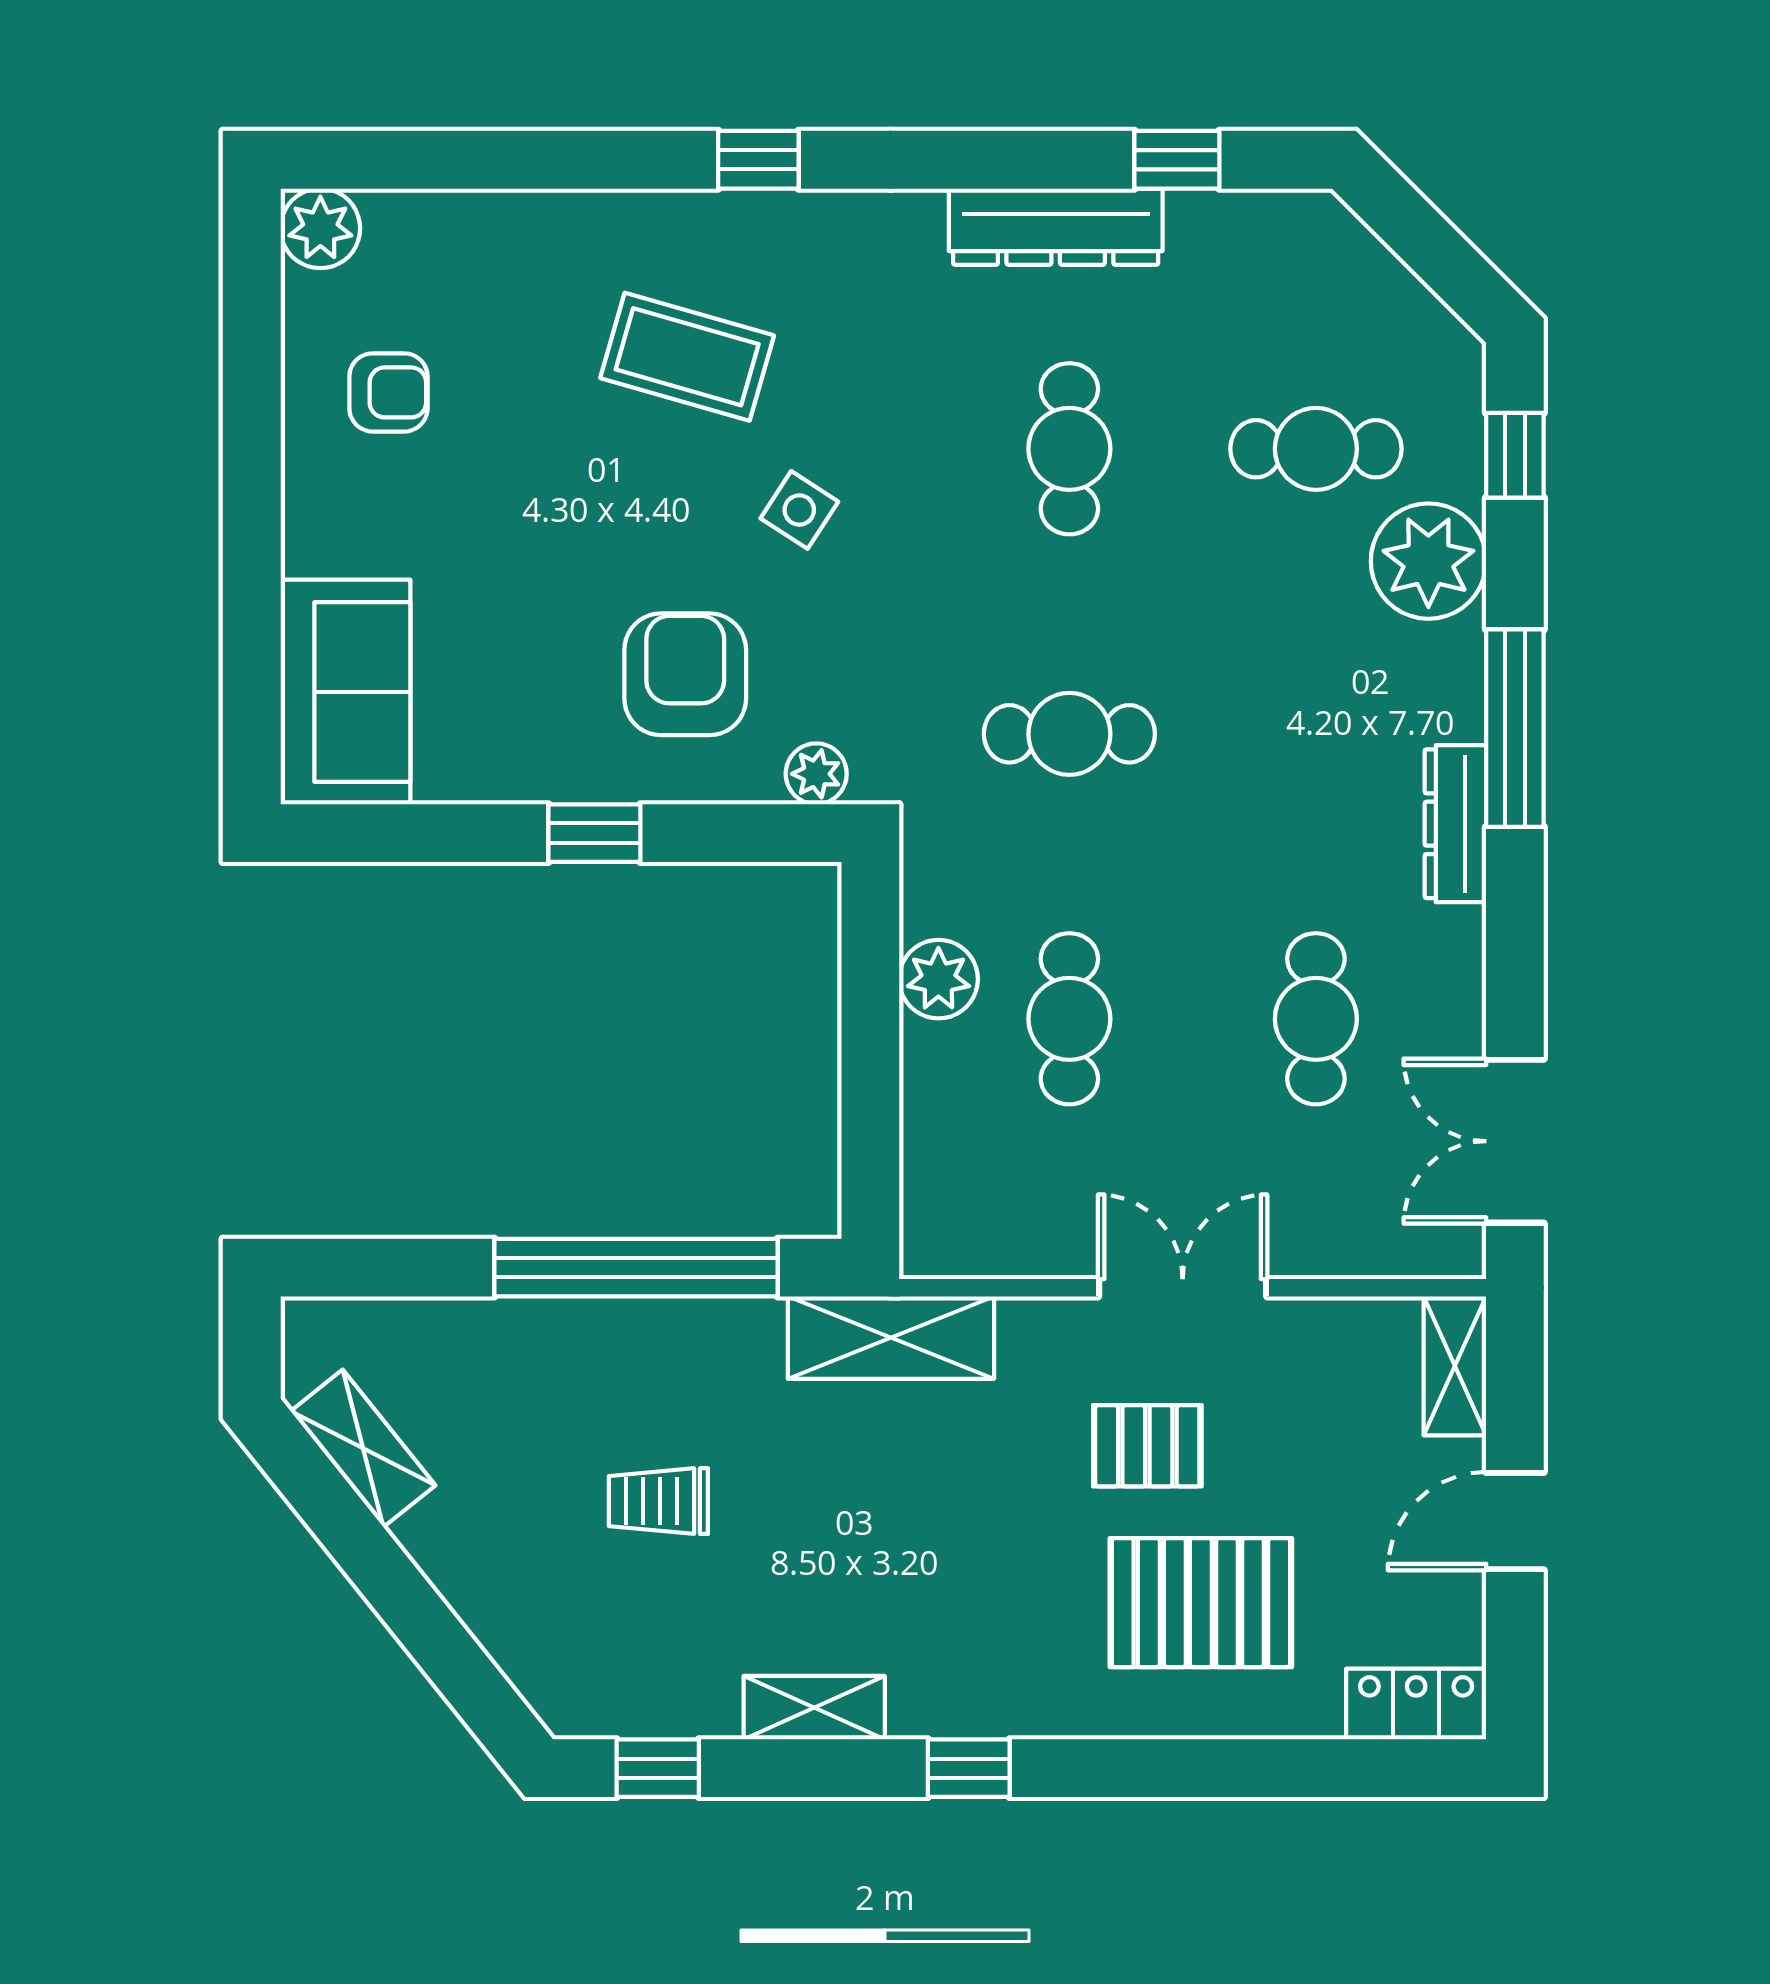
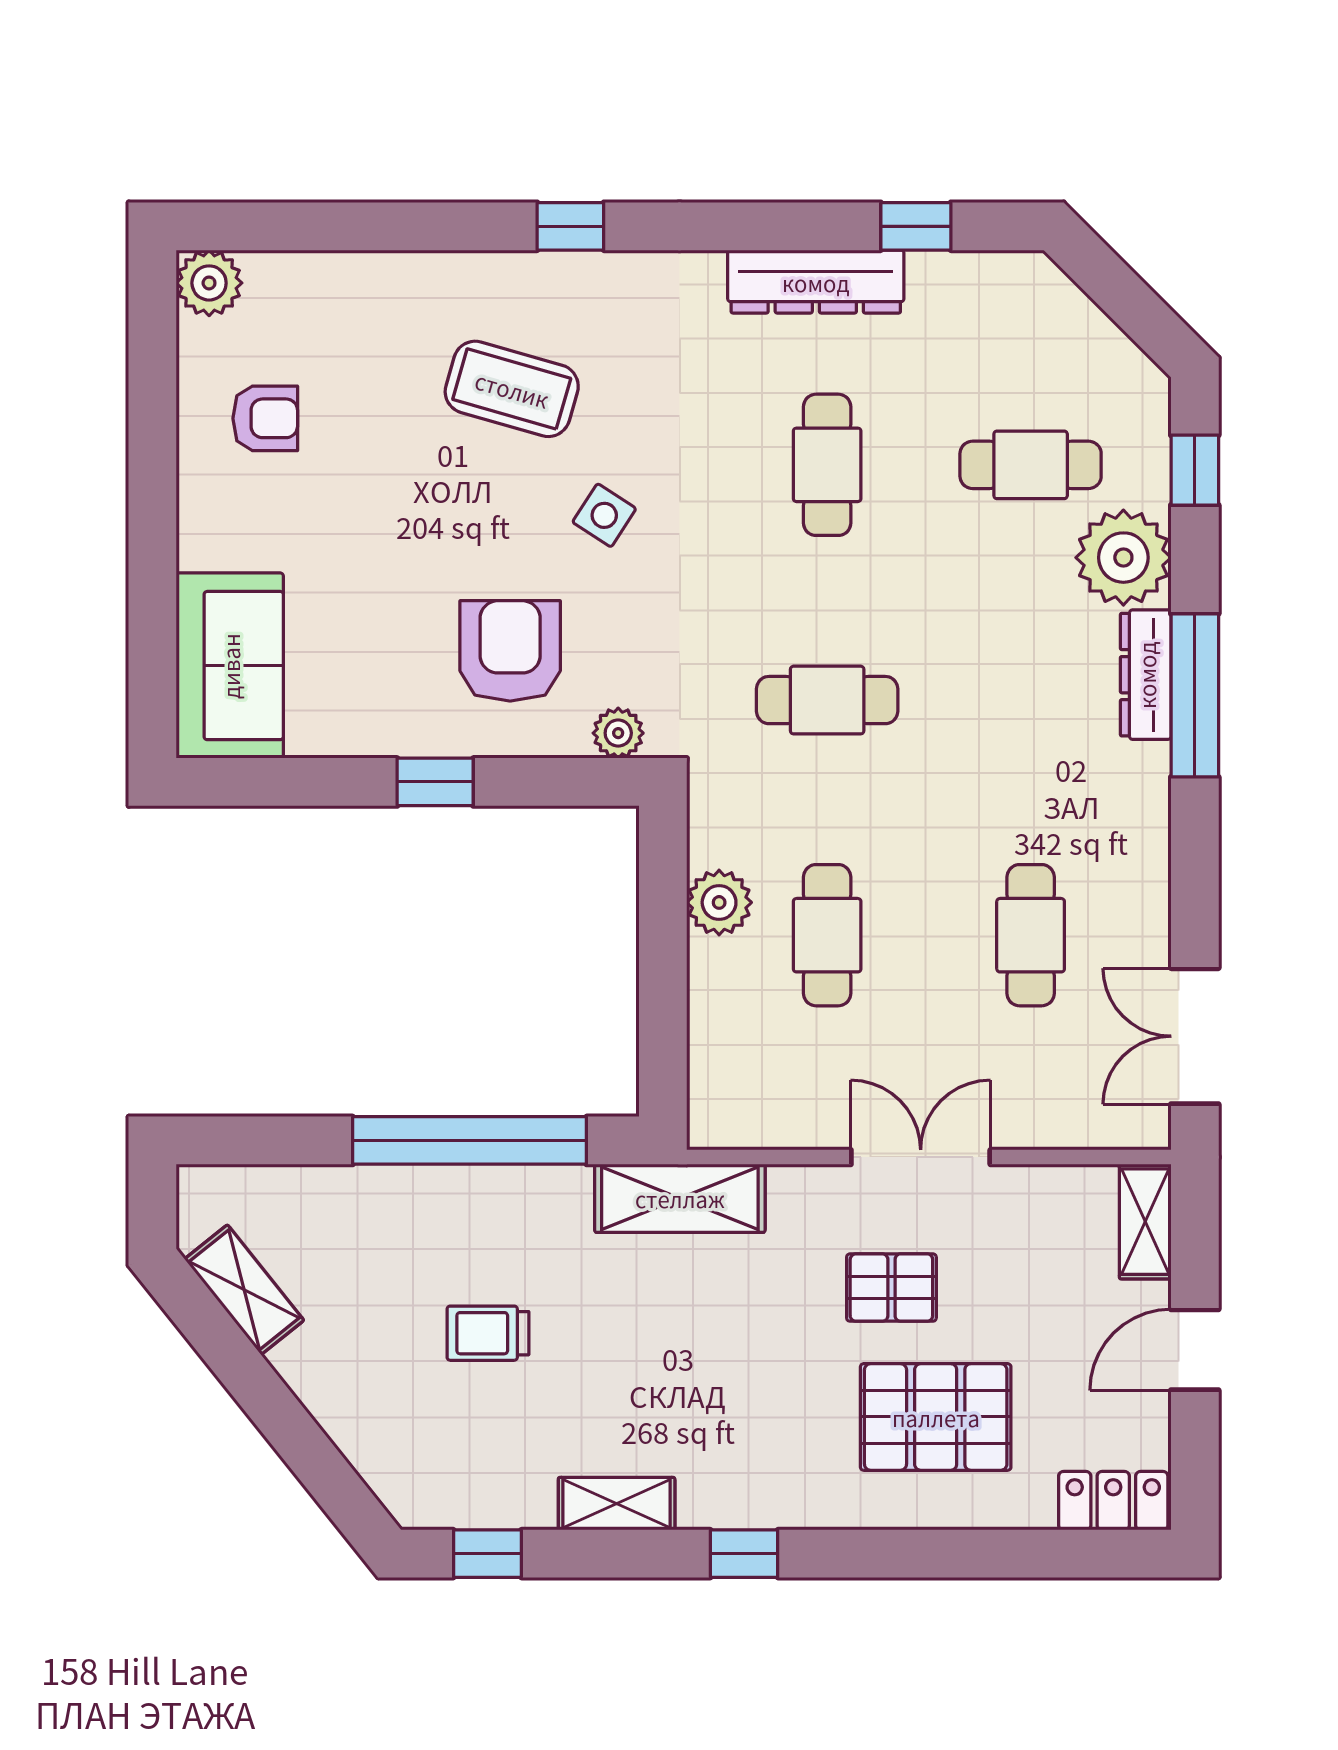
dresser: (1455, 824) -> (1146, 675), moved

